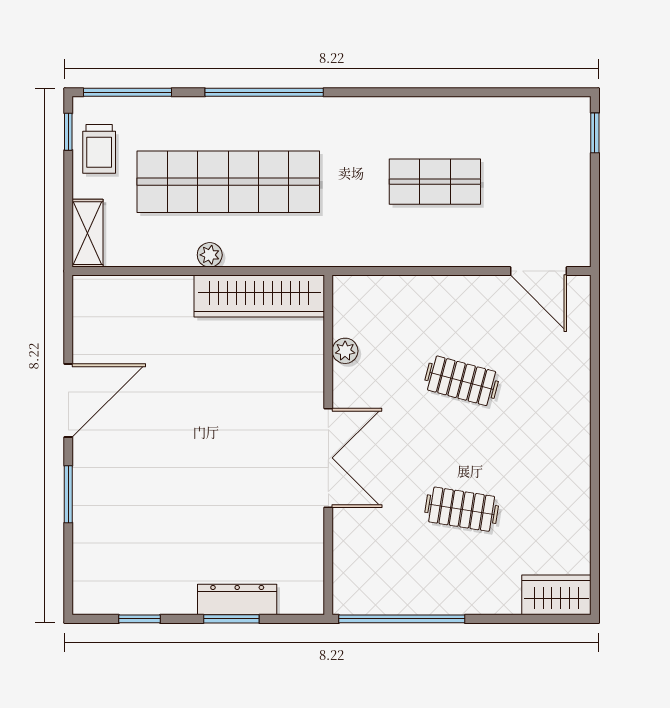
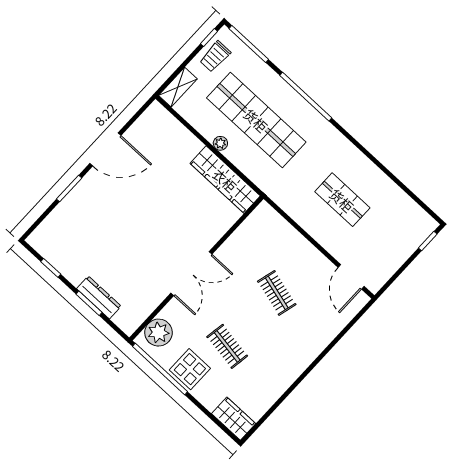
plant: (345, 351) -> (158, 333), moved, width x1.87, depth x1.87
display table: (441, 583) -> (190, 369), added

